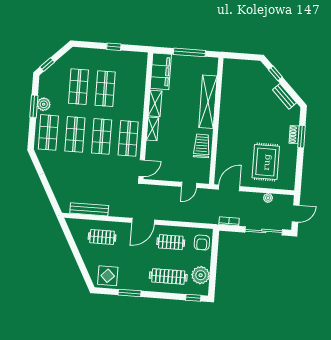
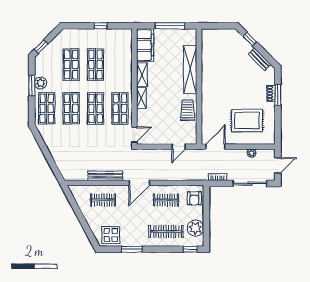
rug: (266, 162) -> (247, 120), turned 90
bench: (89, 209) -> (105, 176), moved

